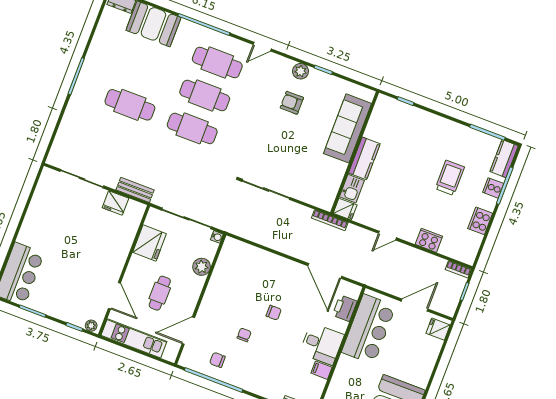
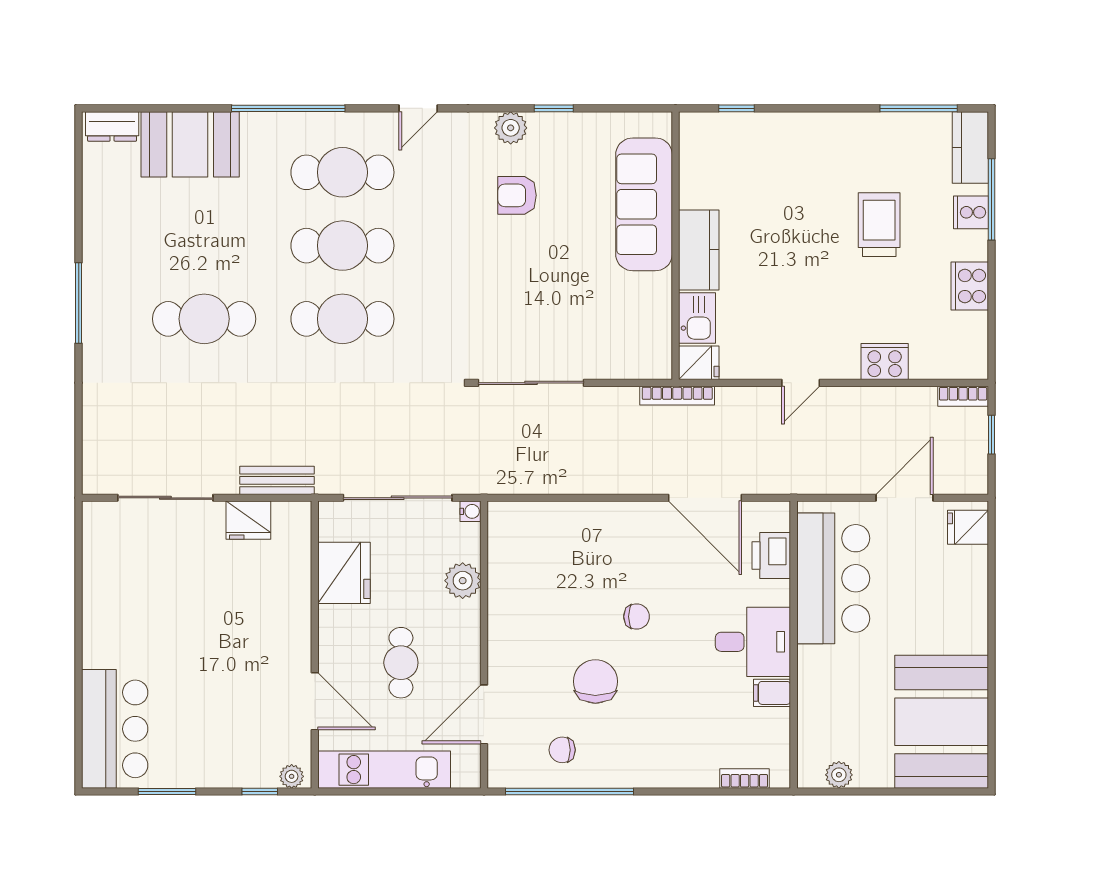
chair: (244, 335) -> (595, 681), width x1.87, depth x1.87

